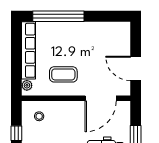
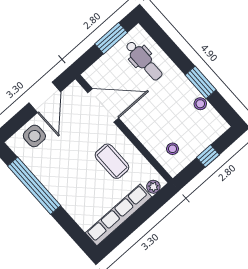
window: (58, 16) -> (34, 186), moved
side table: (118, 42) -> (34, 136), added

